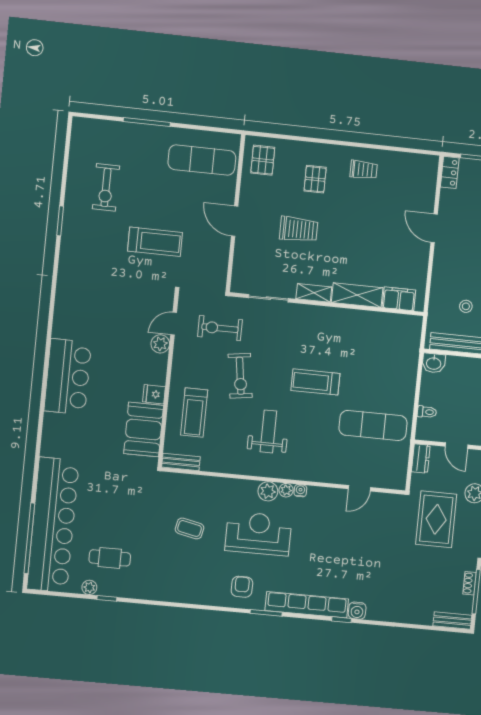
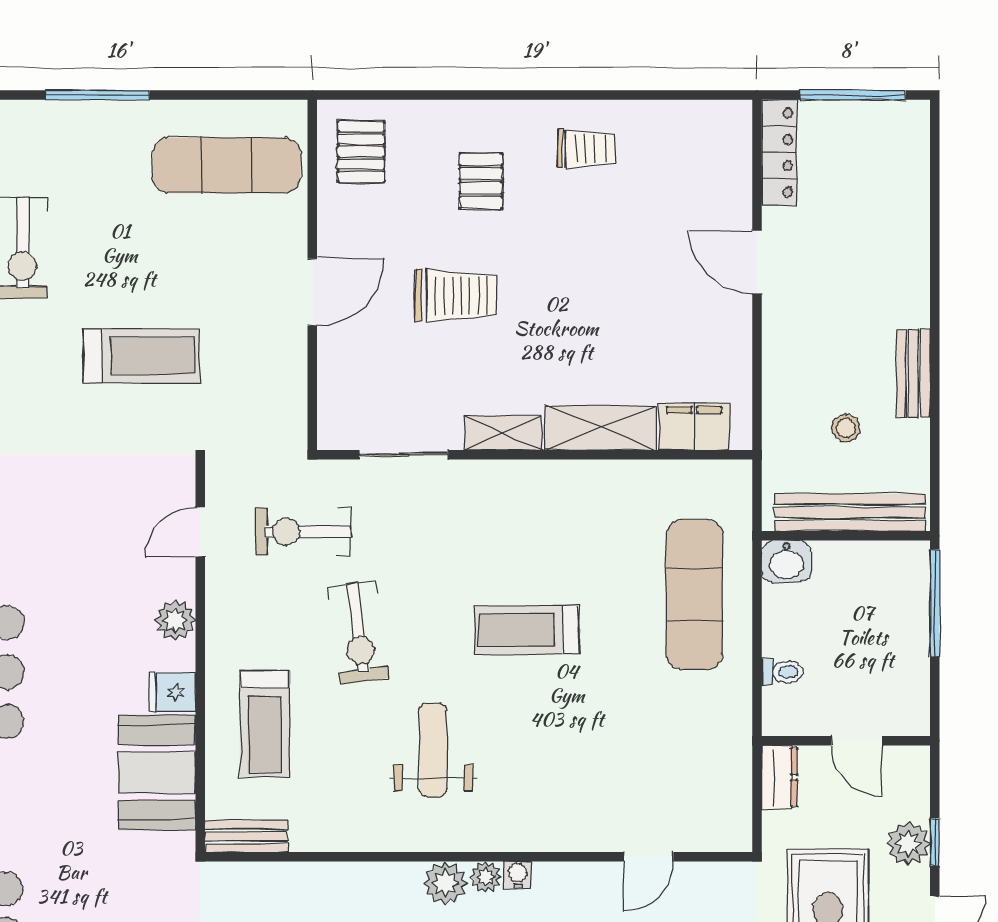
locker: (450, 172) -> (779, 153), width x1.53
door: (235, 221) -> (312, 292), swing flipped
plant: (160, 344) -> (175, 620), moved
exercise mat: (373, 425) -> (694, 595), moved, turned 90

